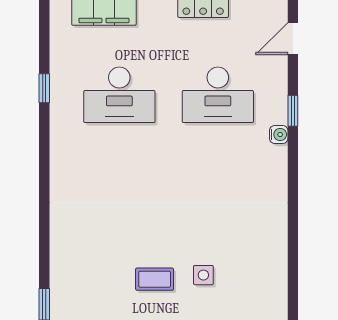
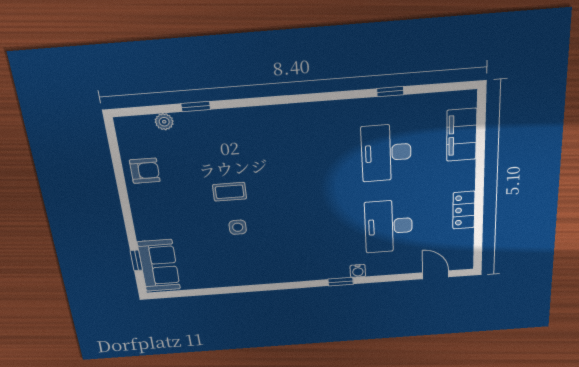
window: (293, 111) -> (341, 282), moved
coffee table: (155, 279) -> (230, 192), turned 90

